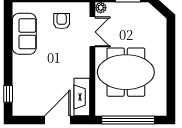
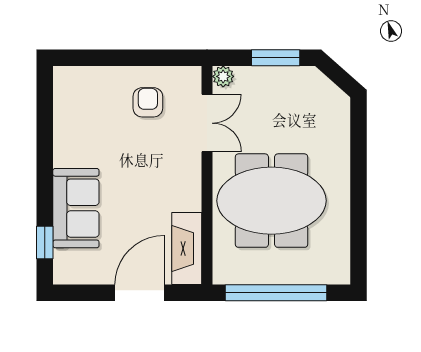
sofa: (24, 34) -> (76, 208), moved

